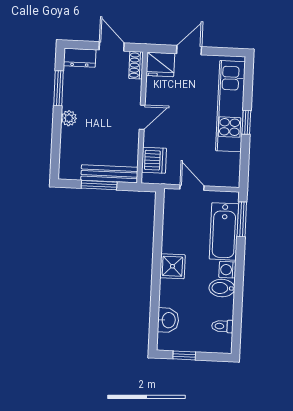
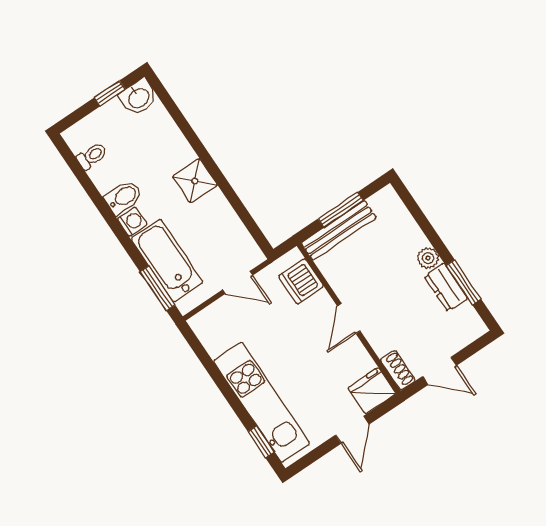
dresser: (80, 58) -> (446, 287), moved, turned -90
window: (246, 122) -> (261, 442), moved
washbasin: (168, 320) -> (138, 97), moved, turned -90

